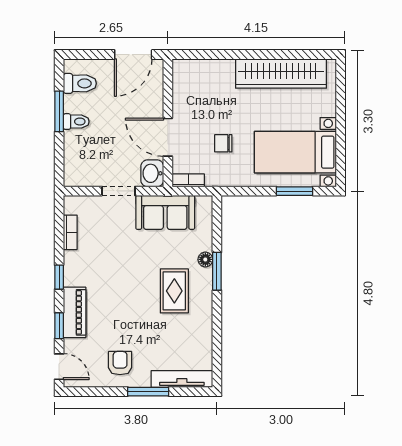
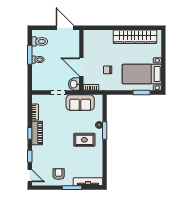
door: (133, 55) -> (65, 28), swing flipped
rug: (174, 291) -> (84, 140), turned 90
piano: (75, 312) -> (37, 133), moved

